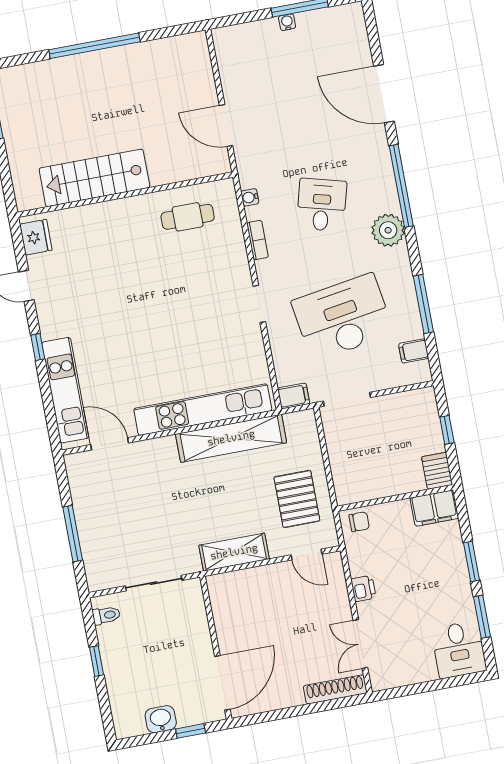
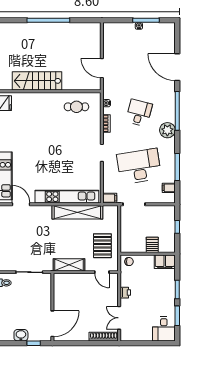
server rack: (437, 471) -> (152, 245), moved

